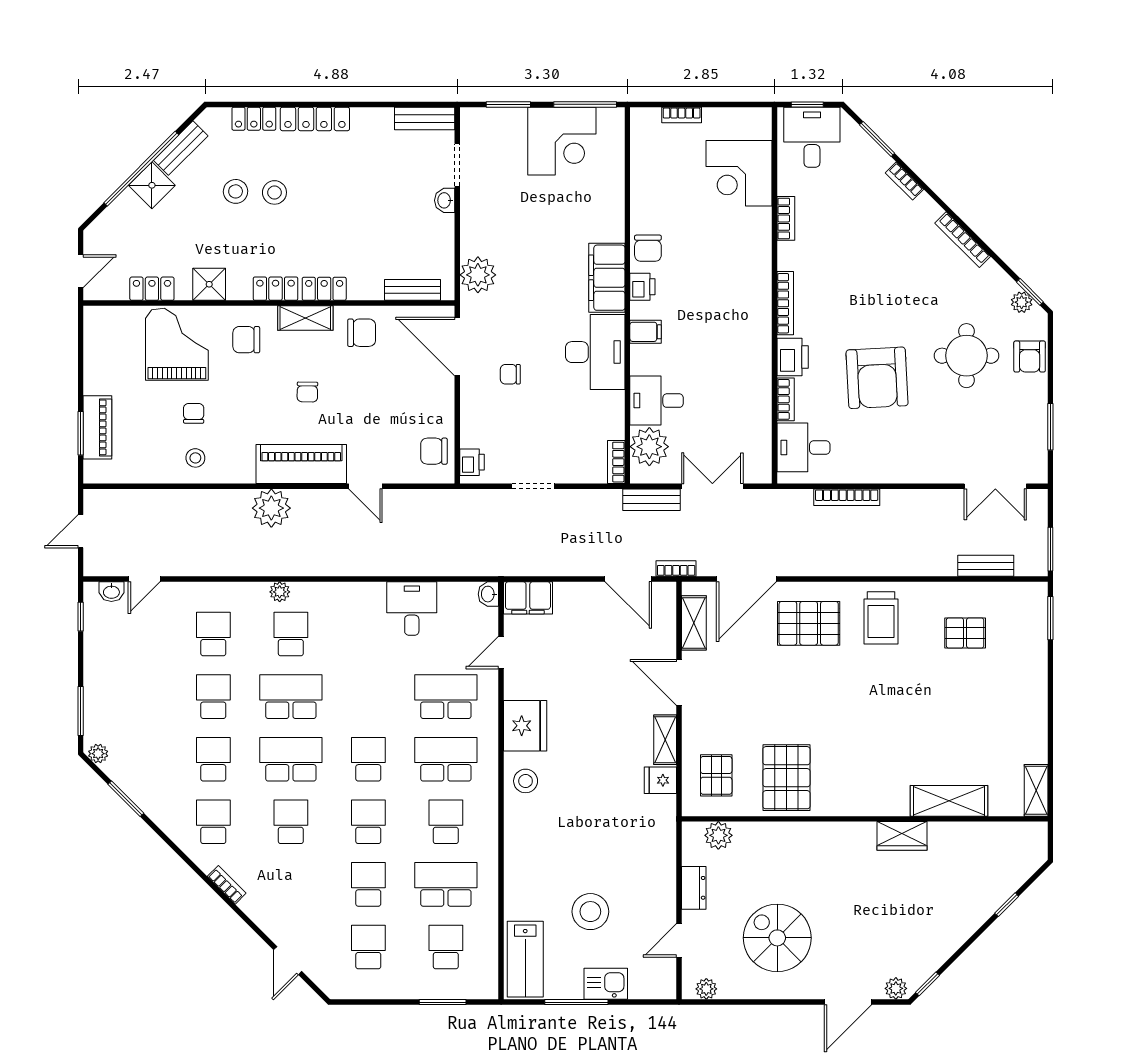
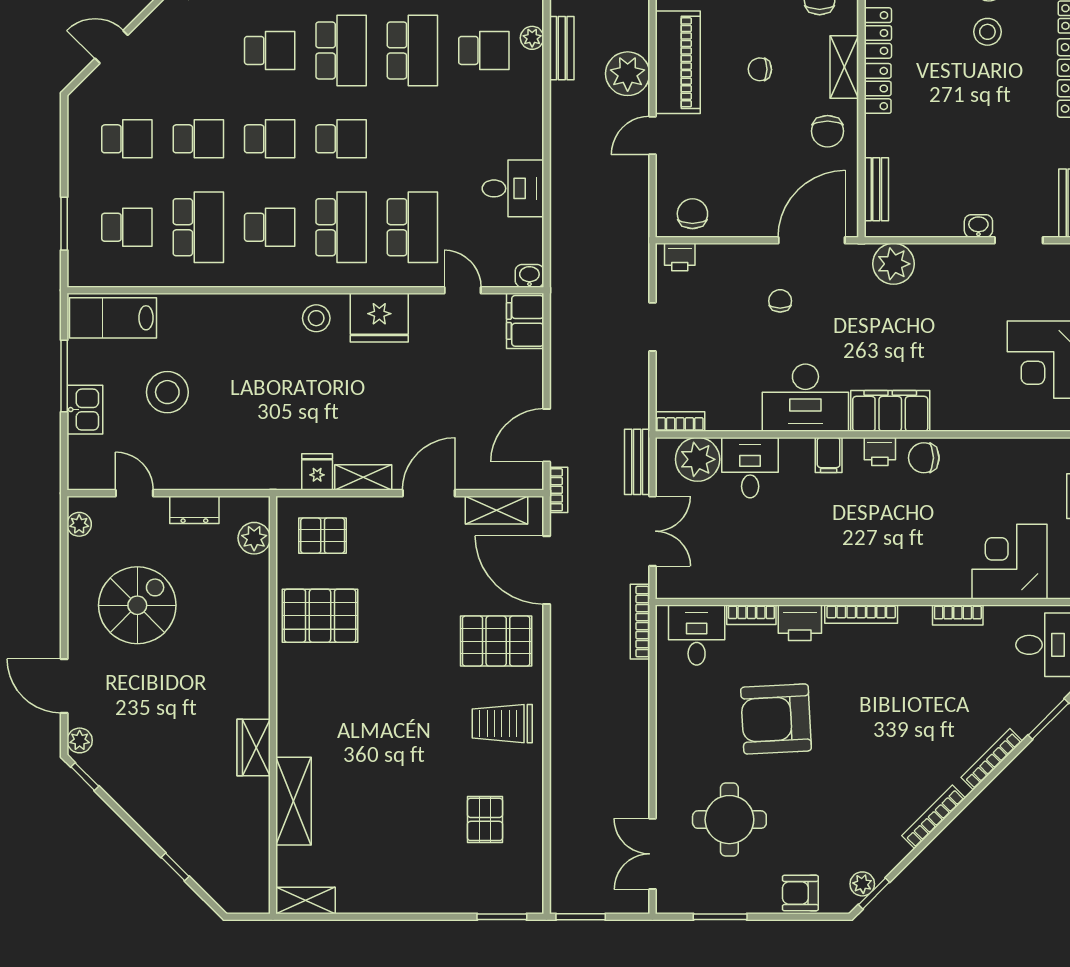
bookcase: (904, 181) -> (992, 759), width x1.56
round table: (966, 356) -> (729, 820), moved
bookcase: (847, 497) -> (640, 622), moved
plant: (271, 508) -> (628, 74), moved
bench: (986, 566) -> (562, 48), moved
pallet: (809, 623) -> (496, 641), turned 90

